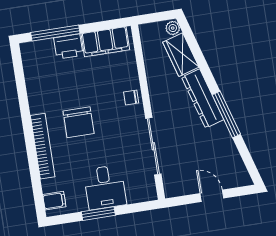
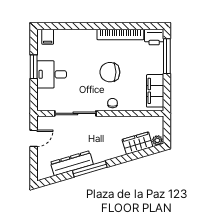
printer: (68, 47) -> (154, 37), moved, turned -90
dresser: (203, 98) -> (72, 163), moved
chair: (79, 122) -> (110, 72), moved
bookcase: (43, 146) -> (120, 35), moved
door: (212, 196) -> (34, 138), moved

